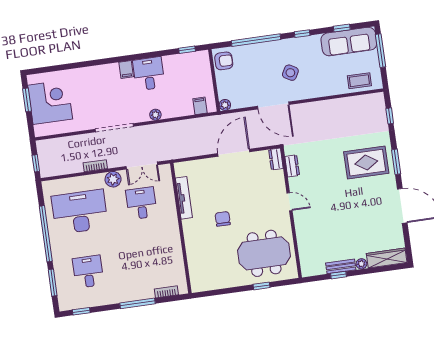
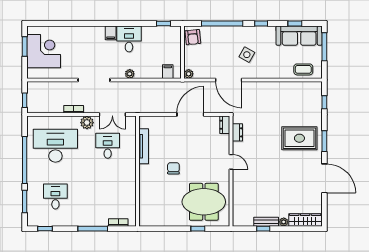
armchair: (224, 61) -> (193, 37), turned 84

